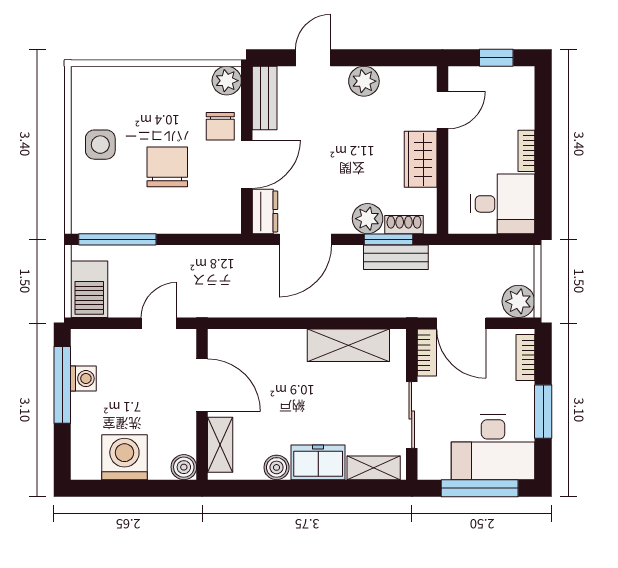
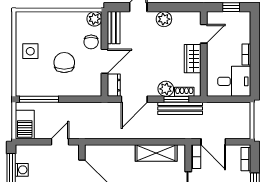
bench: (396, 257) -> (180, 108), width x1.36
plant: (518, 301) -> (242, 131), removed

